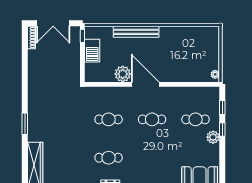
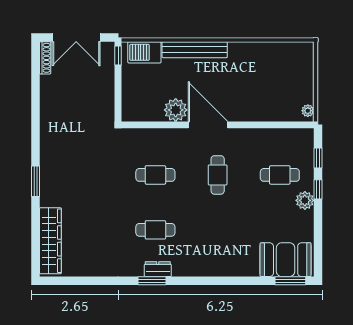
barbecue: (92, 51) -> (144, 52), moved, turned 90
cafe table: (152, 119) -> (218, 175), turned 90

